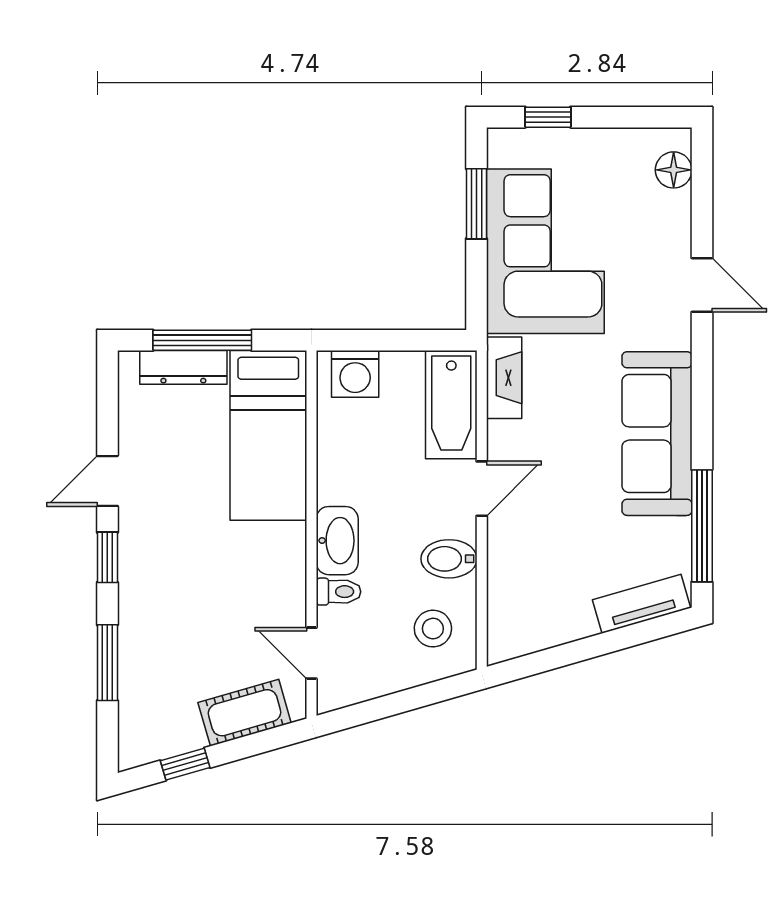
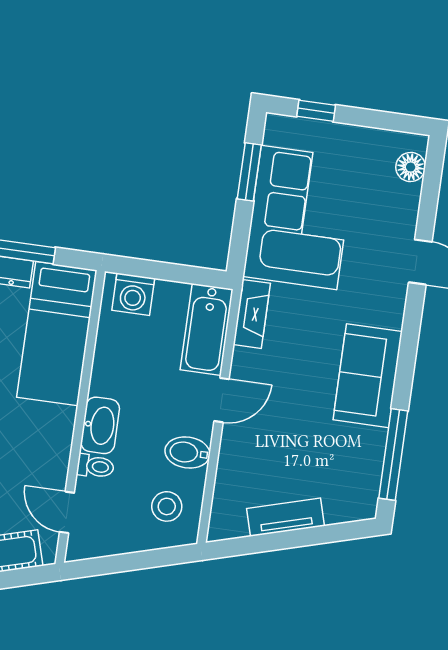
sofa: (657, 434) -> (368, 376), width x0.73
tv unit: (641, 604) -> (286, 517), moved

